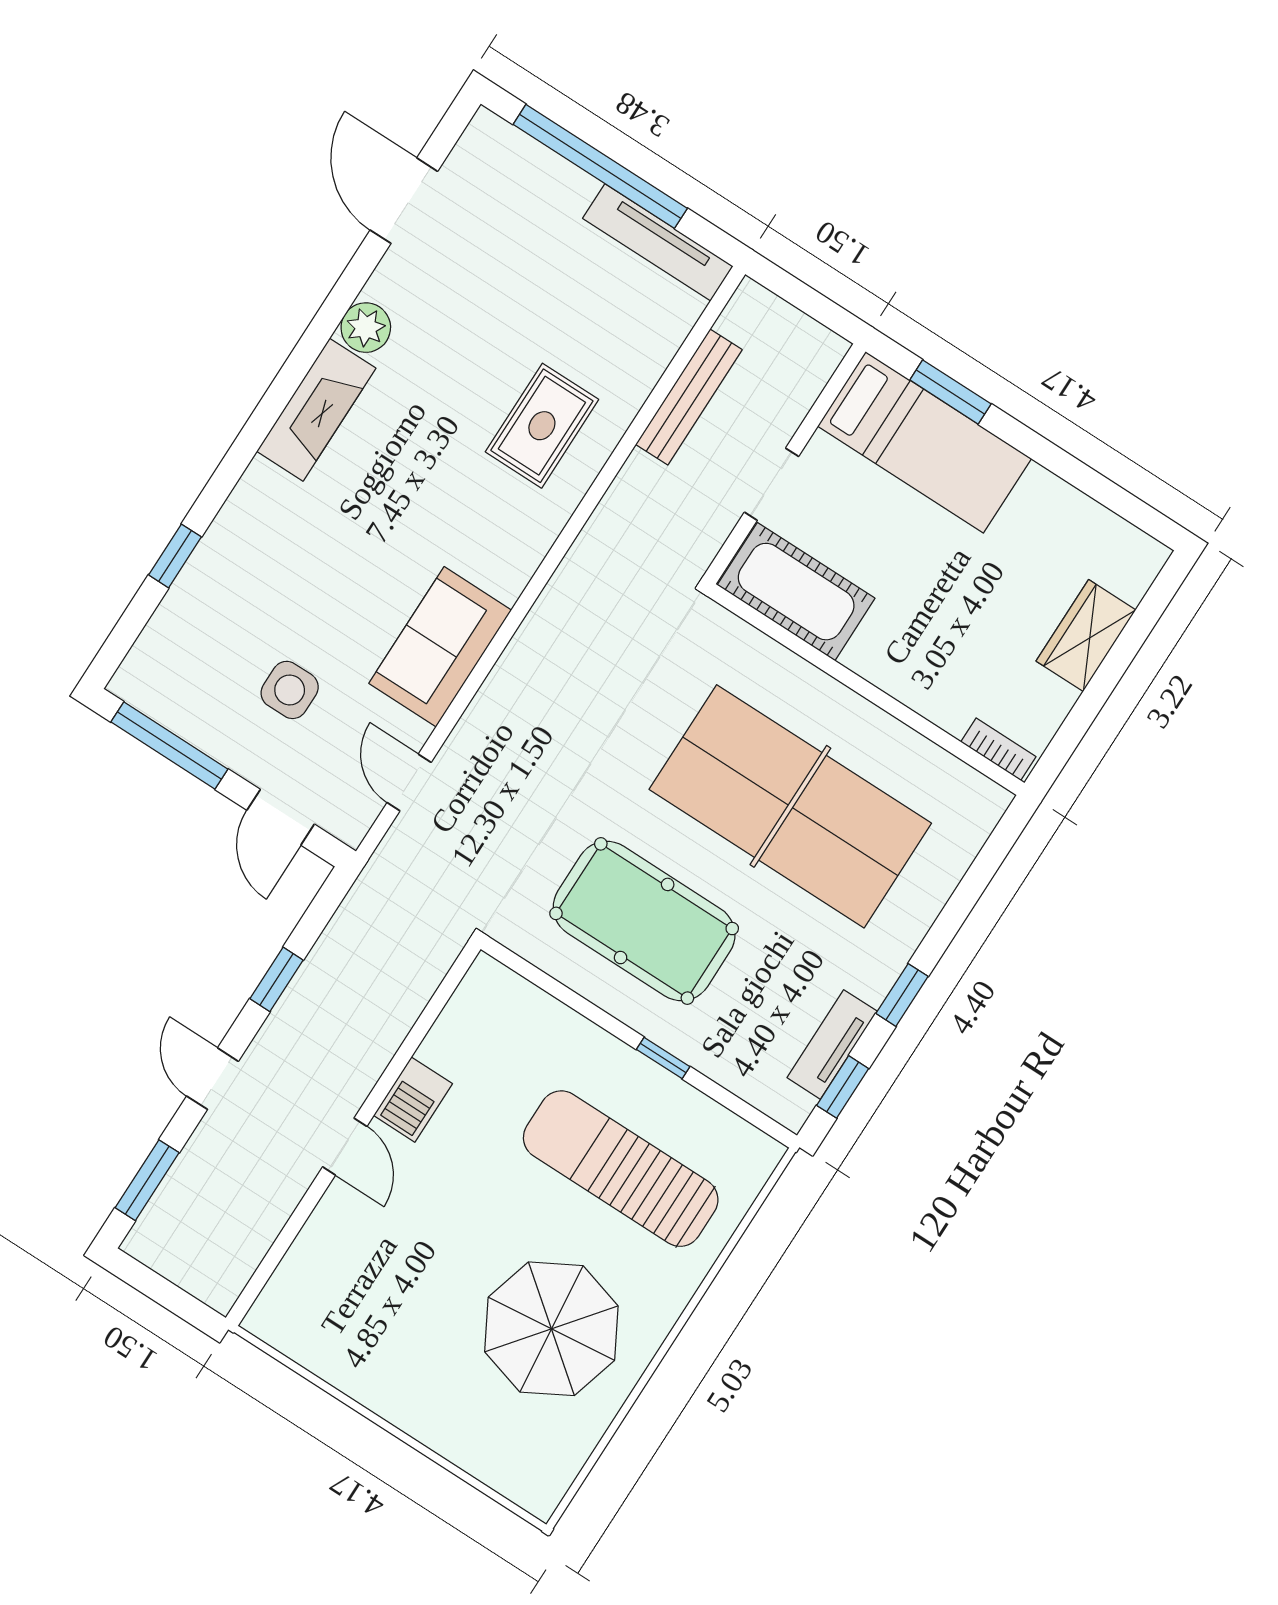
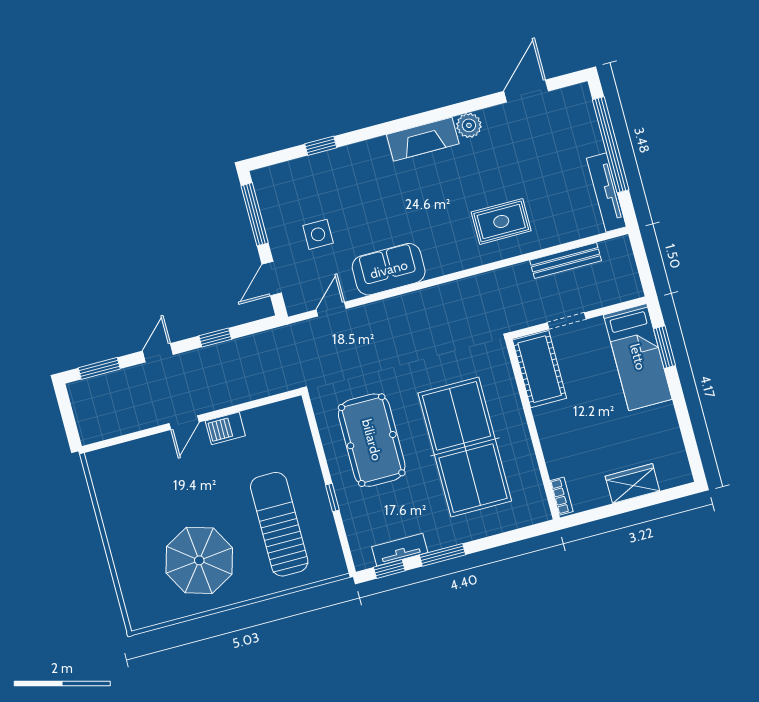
window: (902, 995) -> (443, 555), width x1.50

